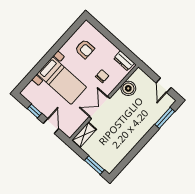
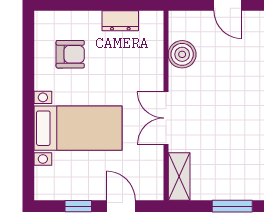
dresser: (124, 61) -> (120, 21), moved
chair: (102, 76) -> (130, 70), removed

